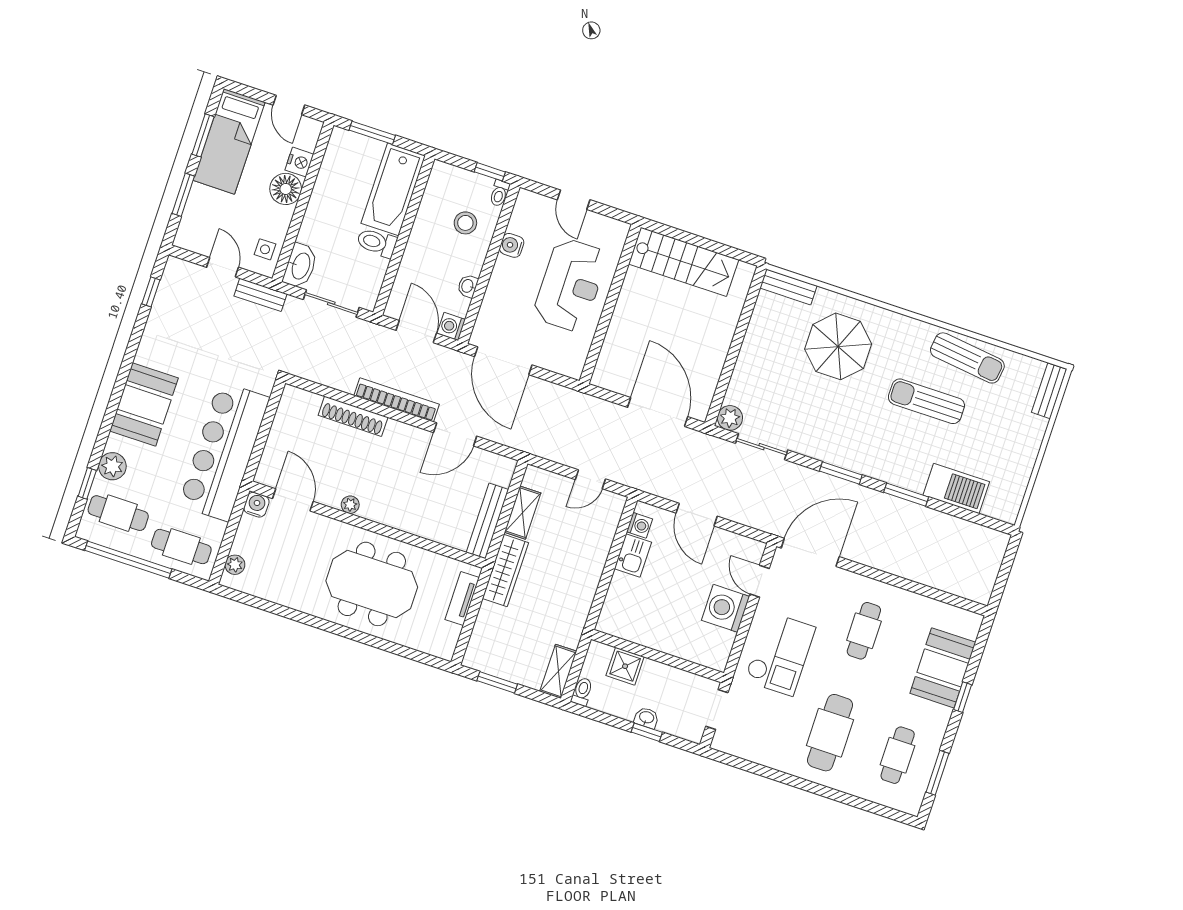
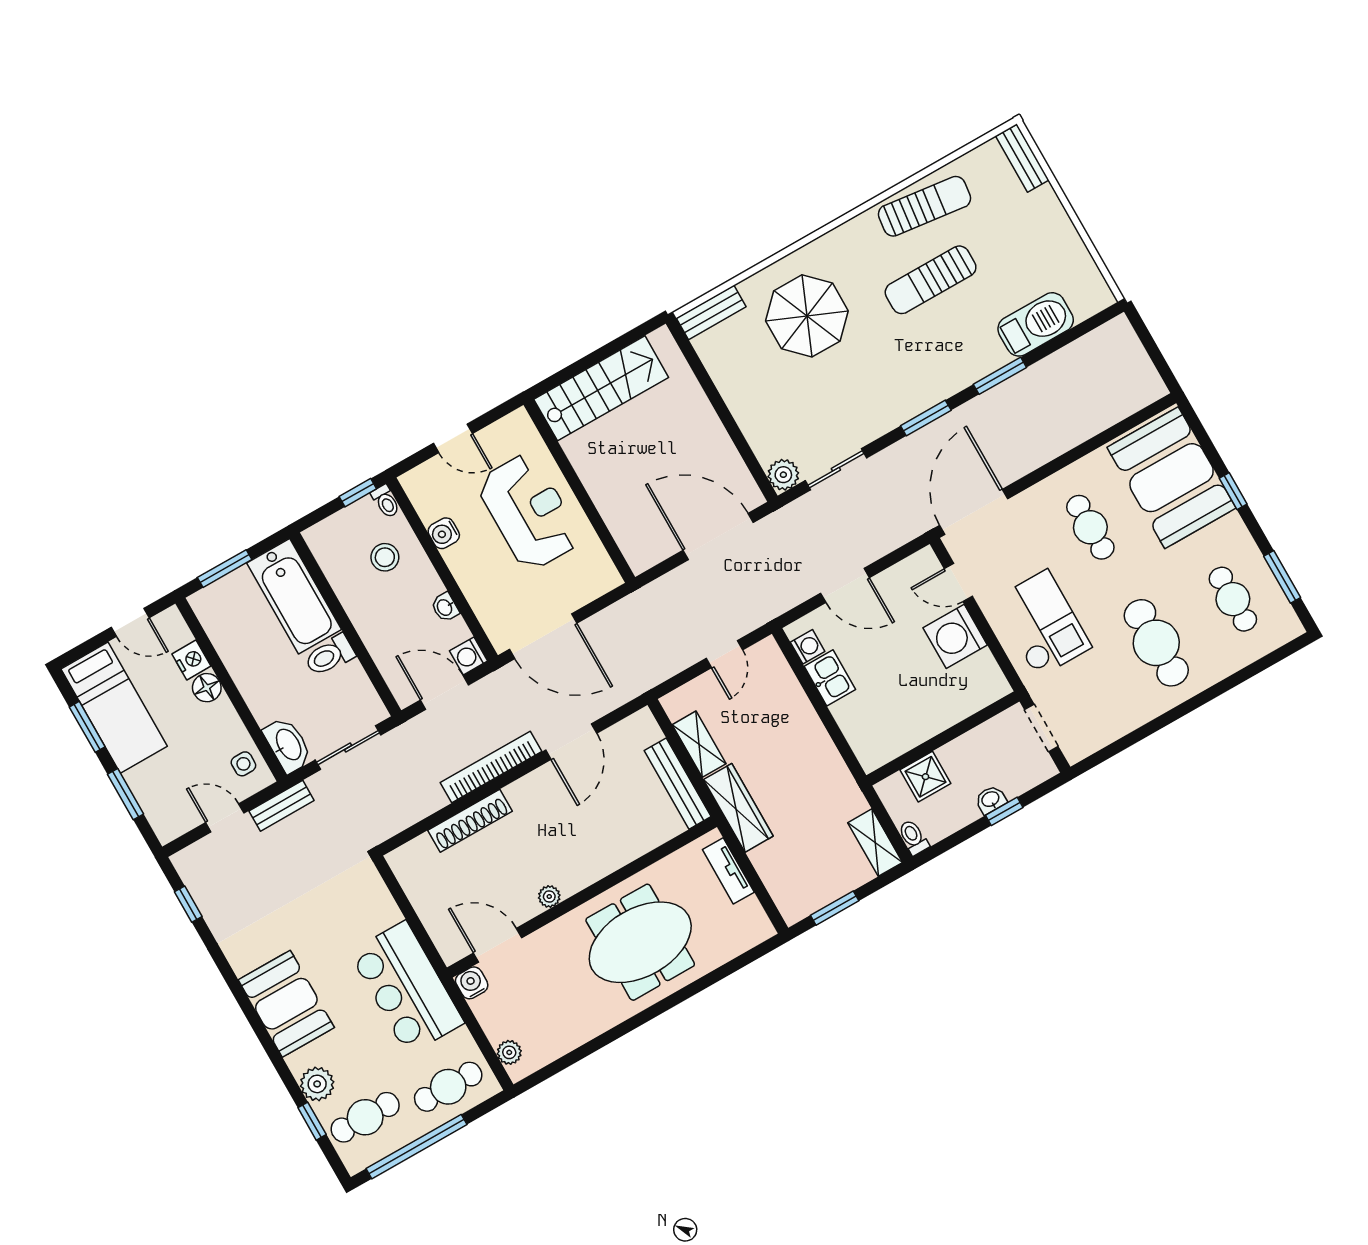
floor lamp: (286, 189) -> (207, 688), width x0.73, depth x0.73
bar counter: (224, 451) -> (407, 988), width x0.73
booth: (943, 668) -> (1172, 478), width x1.36, depth x1.42

